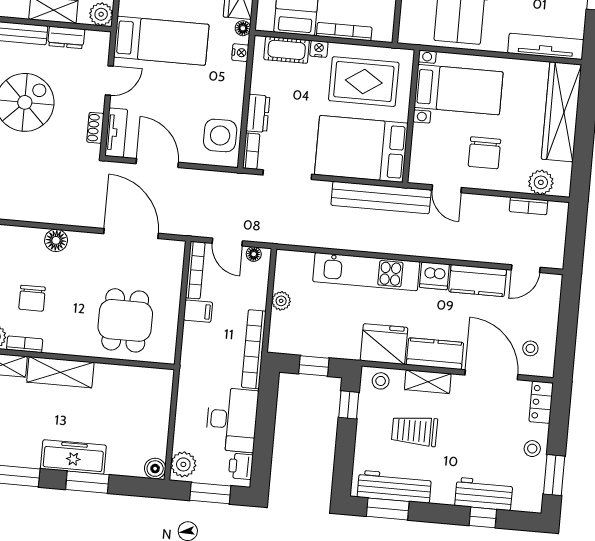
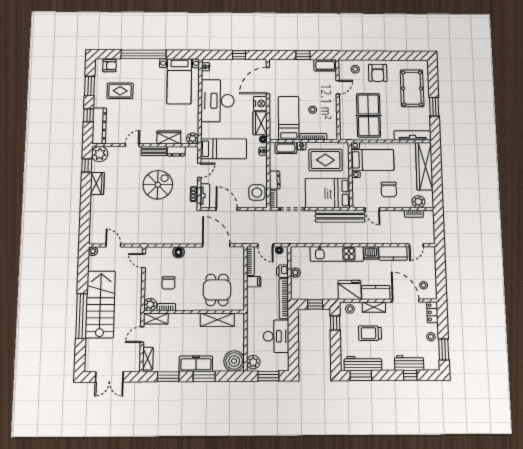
shelving: (60, 372) -> (217, 320), moved
printer: (241, 466) -> (282, 271), moved
boiler: (155, 469) -> (234, 361), width x1.86, depth x1.86

